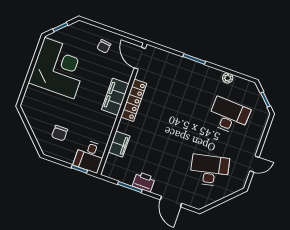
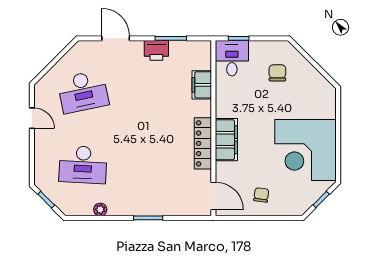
door: (254, 164) -> (32, 118), swing flipped

